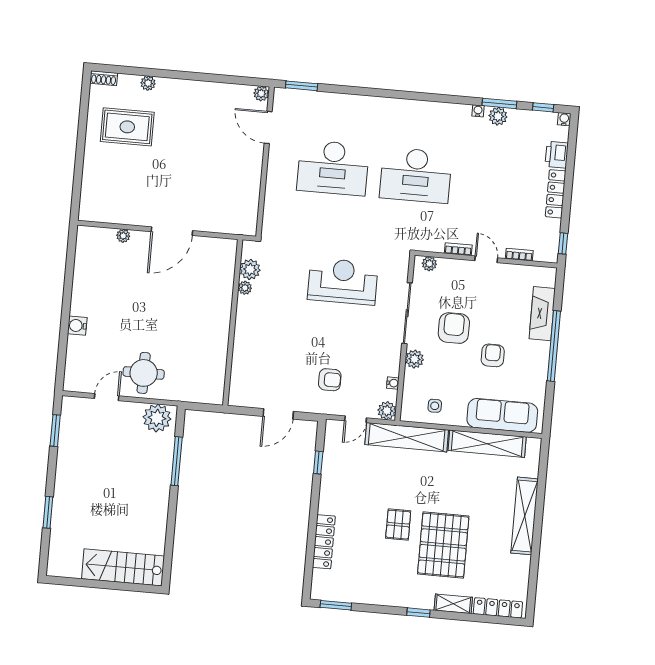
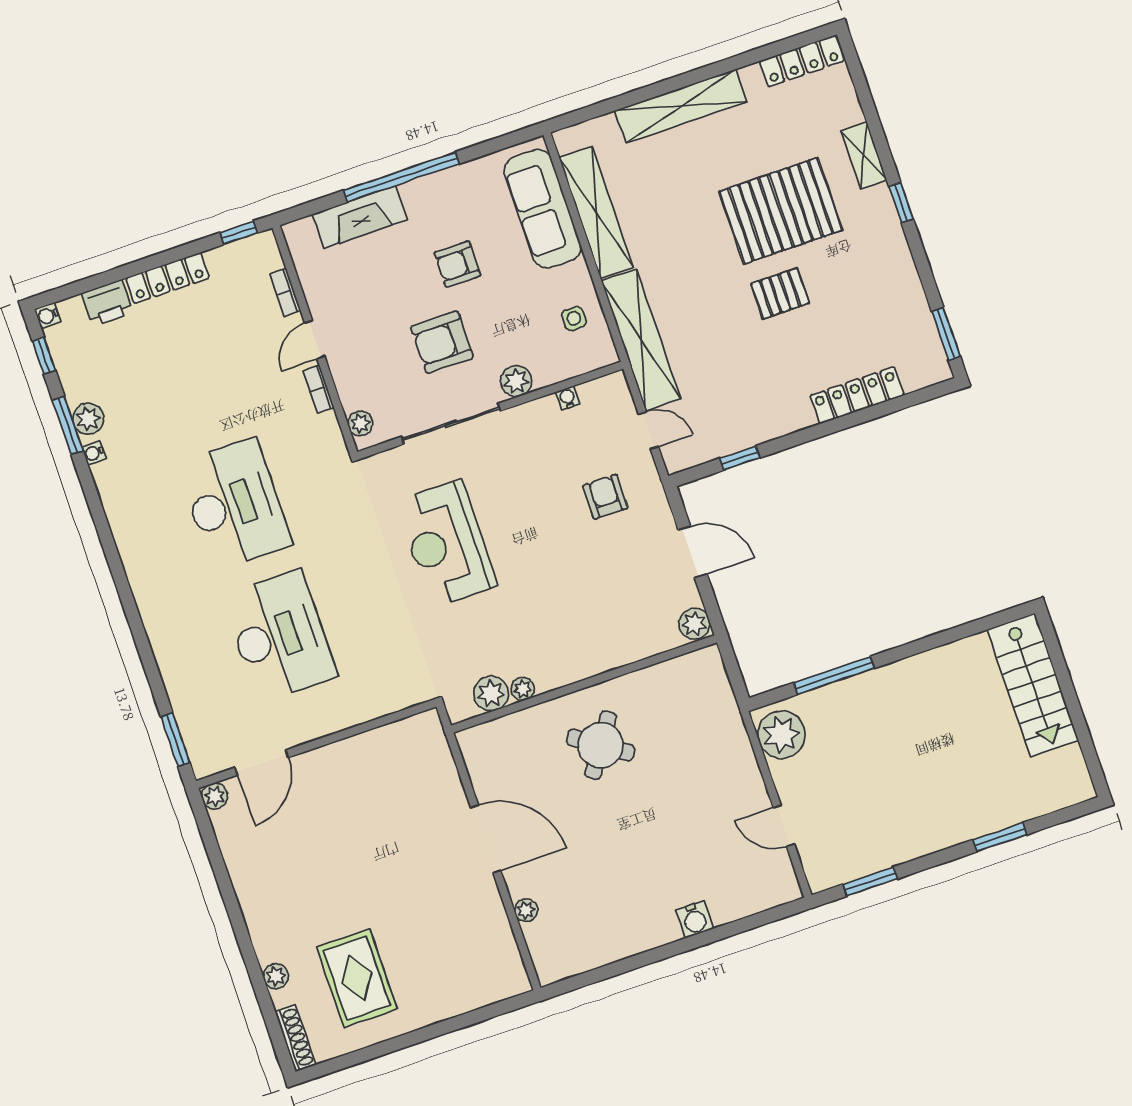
shoe rack: (104, 78) -> (295, 1038), width x1.43
round table: (144, 373) -> (601, 745), moved, turned 34
plant: (387, 411) -> (694, 624), moved
locker: (498, 608) -> (802, 61), moved, turned -90

